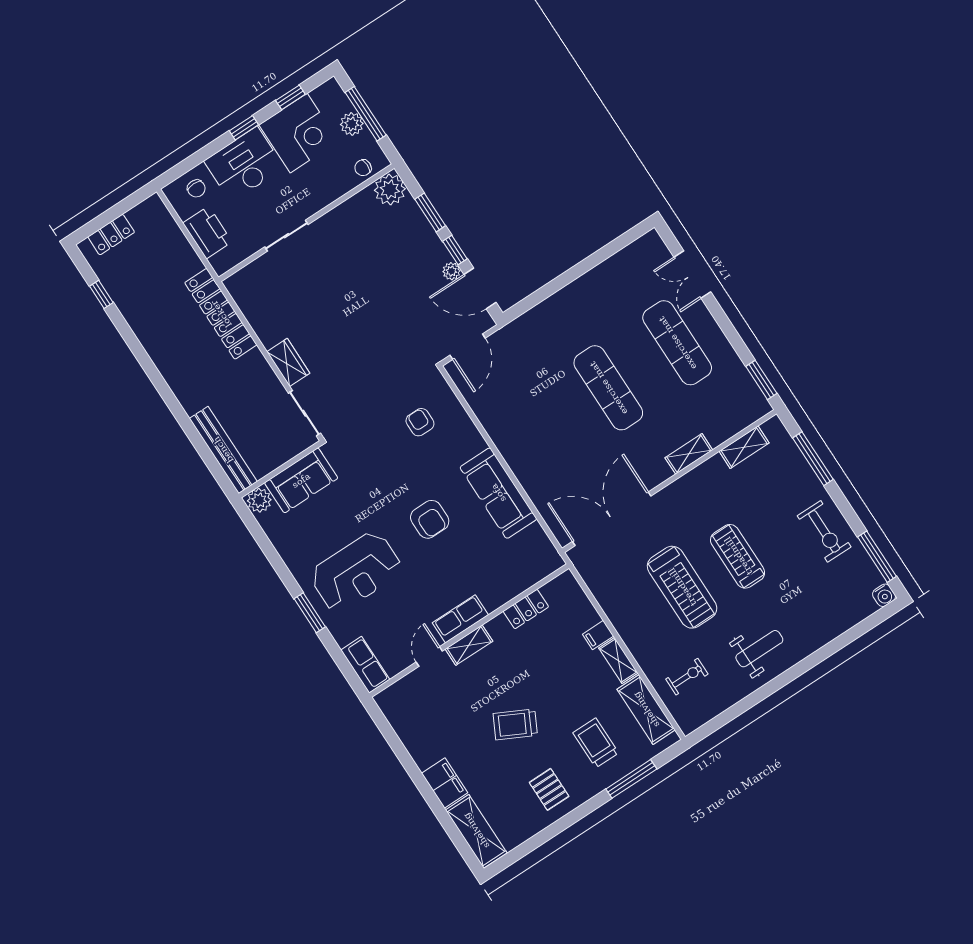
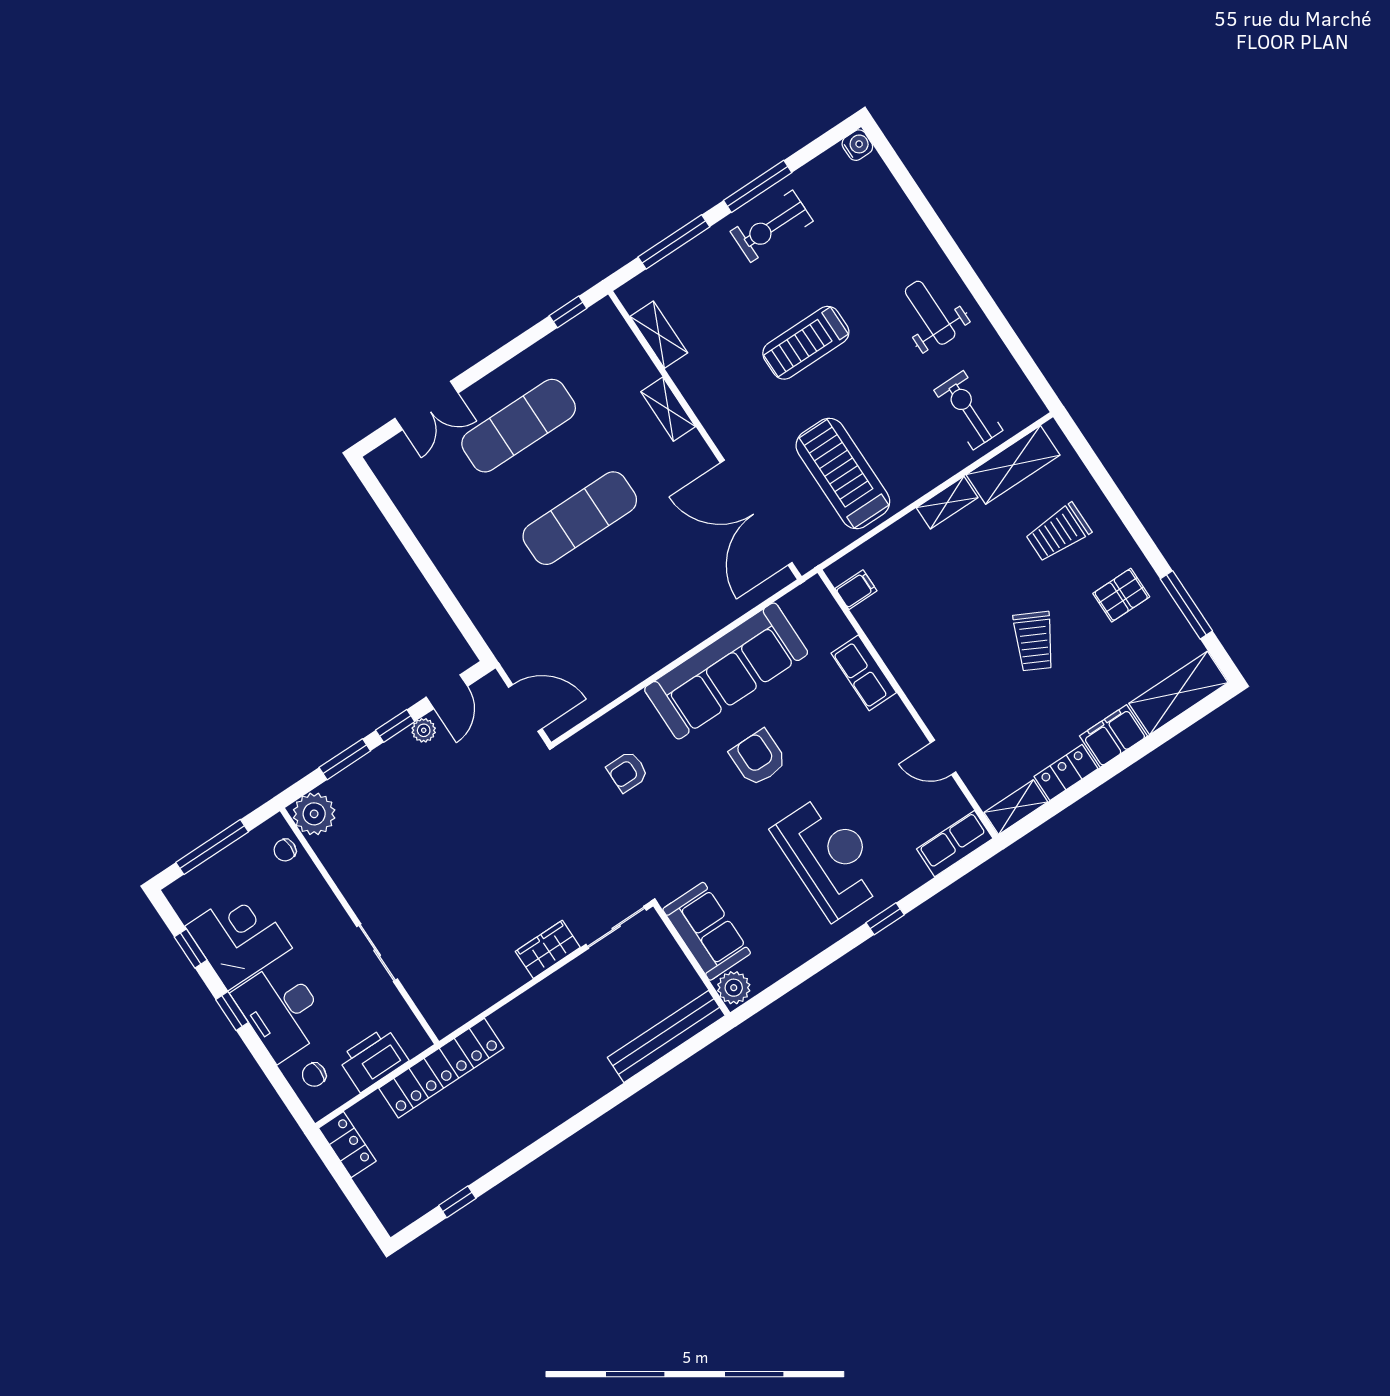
plant: (352, 124) -> (226, 866), removed
chair: (363, 168) -> (285, 850), turned 90
chair: (196, 188) -> (314, 1075), turned 180
locker: (111, 235) -> (347, 1145), moved
door: (480, 288) -> (447, 692), width x0.73
locker: (221, 314) -> (441, 1068), moved
window: (761, 380) -> (568, 312), width x0.67
sofa: (498, 493) -> (726, 671), width x1.36, depth x1.27
armchair: (430, 519) -> (758, 758), turned -90
exercise bike: (824, 531) -> (772, 226), turned 180
window: (877, 557) -> (758, 186), moved
treadmill: (682, 587) -> (843, 474), moved, turned -90
locker: (526, 609) -> (1066, 772), moved, turned -90
window: (310, 613) -> (885, 919), width x0.67
row of seats: (460, 619) -> (864, 673), moved
filing cabinet: (598, 635) -> (856, 590), moved, turned -90
shelving: (469, 645) -> (1016, 807), moved, turned 90
exercise bike: (687, 677) -> (968, 410), width x1.38, depth x1.39
window: (631, 779) -> (1186, 605), moved

